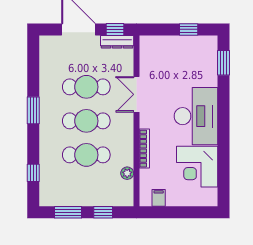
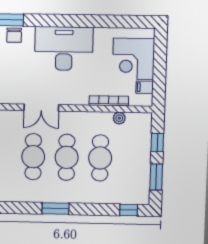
chair: (208, 66) -> (14, 35), added
bookcase: (144, 149) -> (109, 101), moved
corner desk: (197, 167) -> (133, 59), moved, turned 90
window: (33, 173) -> (129, 210), moved

